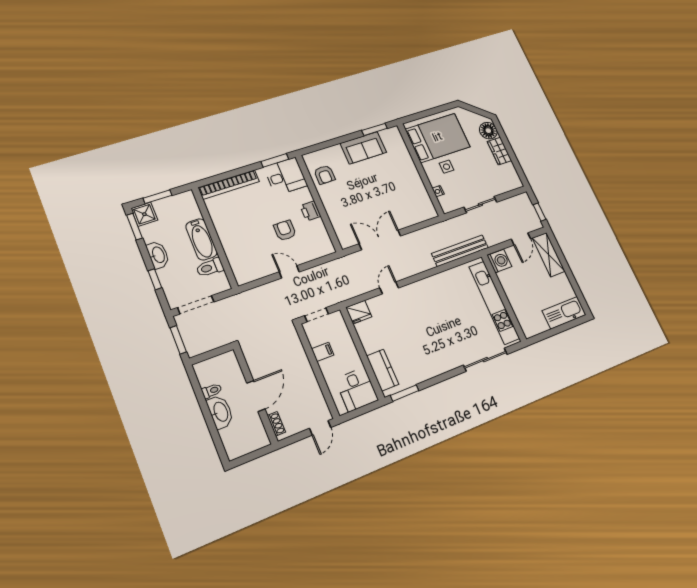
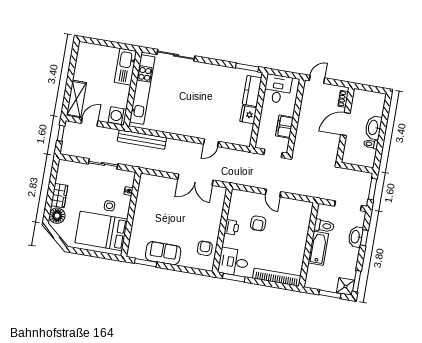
washbasin: (158, 255) -> (356, 237), moved
fridge: (359, 312) -> (248, 115), moved, turned -90
kitchen sink: (564, 313) -> (125, 67), moved, turned 90
filing cabinet: (323, 352) -> (284, 127), width x2.00

